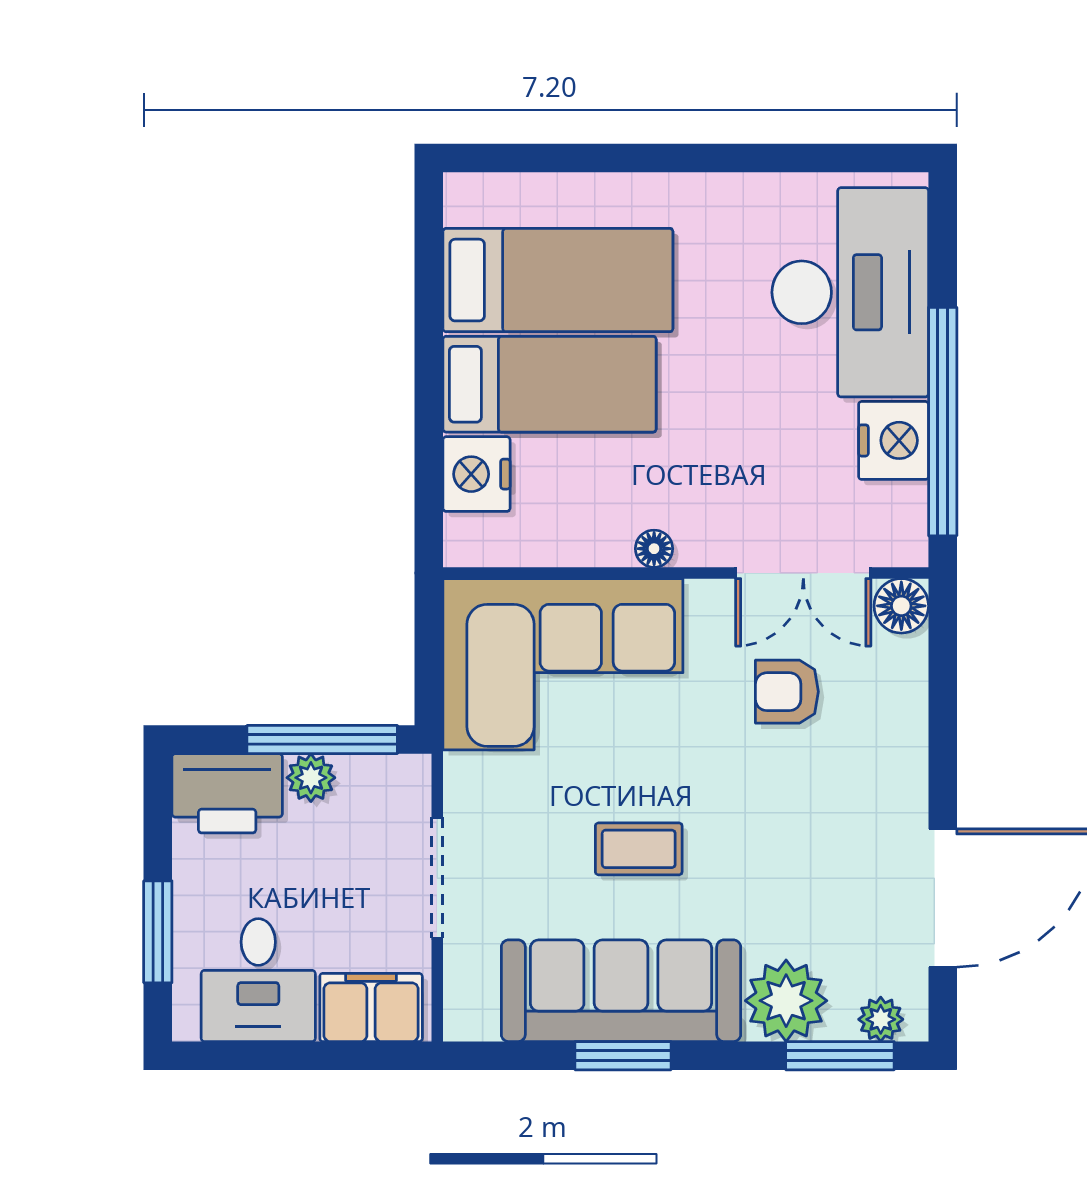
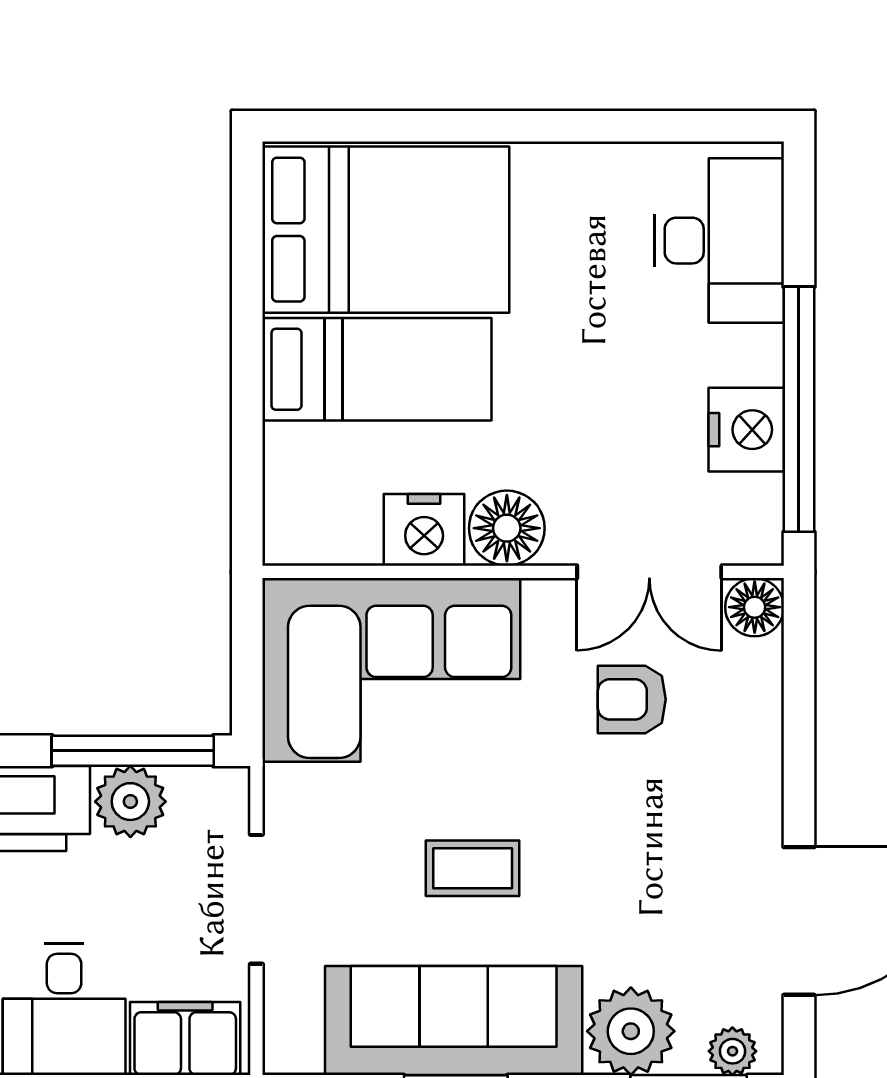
bed: (558, 280) -> (386, 230), width x1.50
desk: (850, 292) -> (719, 241), width x0.73, depth x0.77
nightstand: (477, 474) -> (424, 530), moved, turned -90
floor lamp: (654, 549) -> (507, 528), width x1.89, depth x1.89
plant: (311, 778) -> (130, 802), width x1.38, depth x1.38

